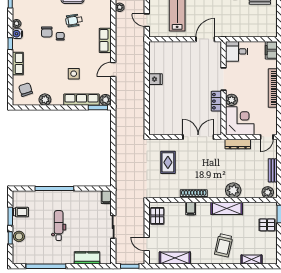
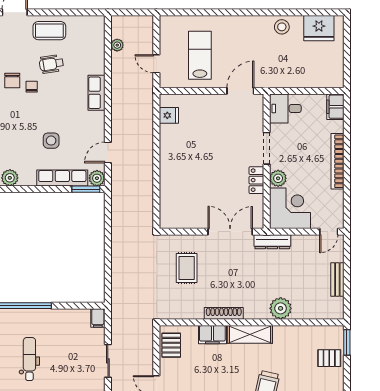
door: (113, 69) -> (108, 152), moved
fridge: (156, 79) -> (169, 115), moved
dresser: (238, 144) -> (272, 242), moved
plant: (268, 192) -> (330, 311), removed
shelving: (227, 208) -> (250, 334), moved
filing cabinet: (191, 209) -> (212, 335), width x2.00

